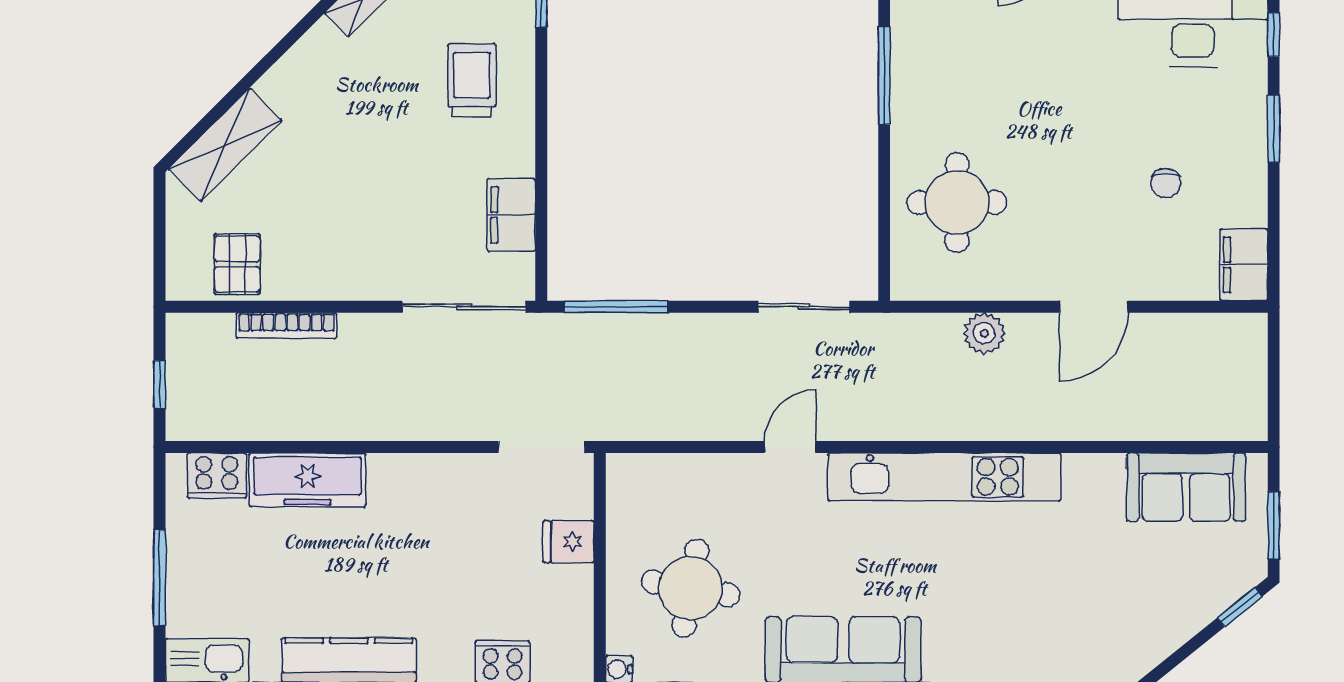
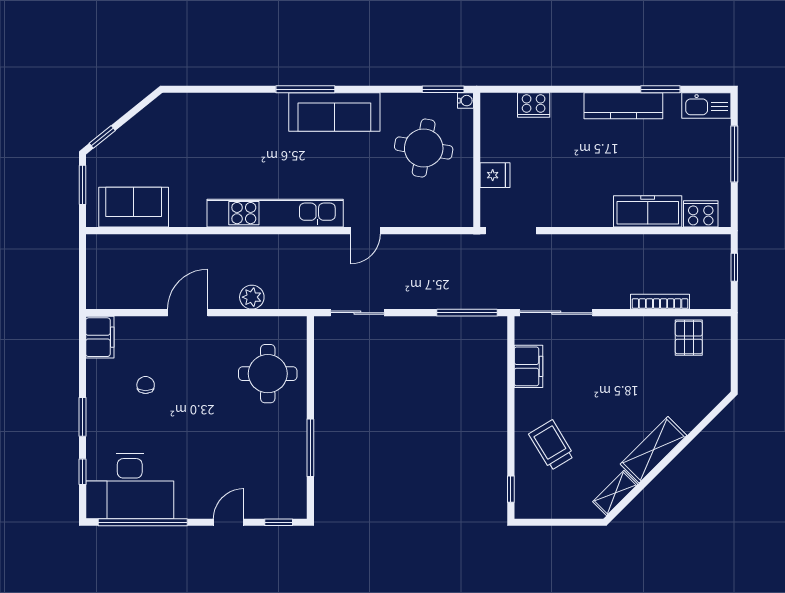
trolley: (472, 80) -> (552, 445), turned 149
shelving: (225, 145) -> (653, 450), moved

